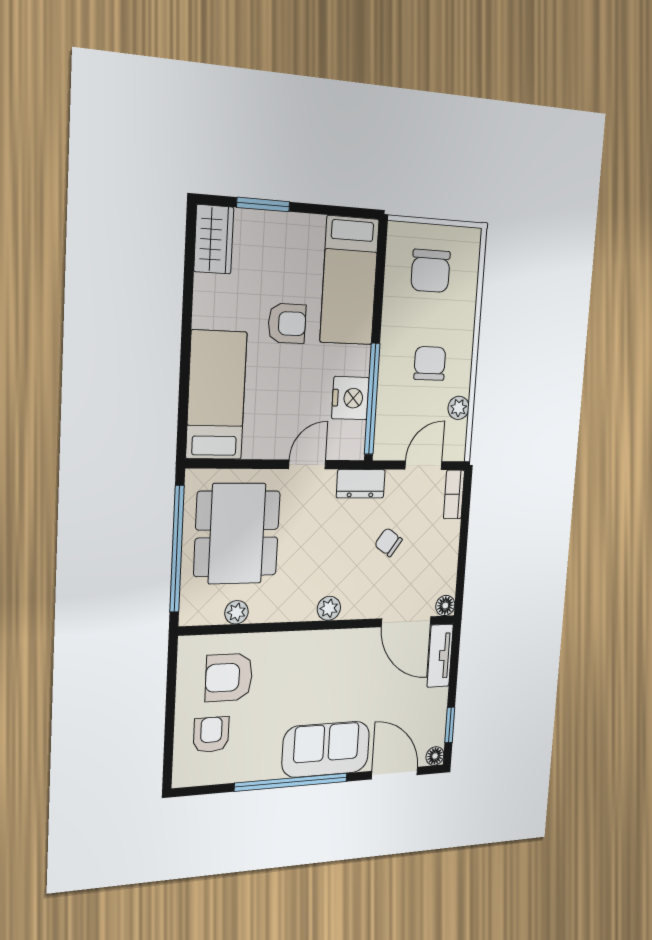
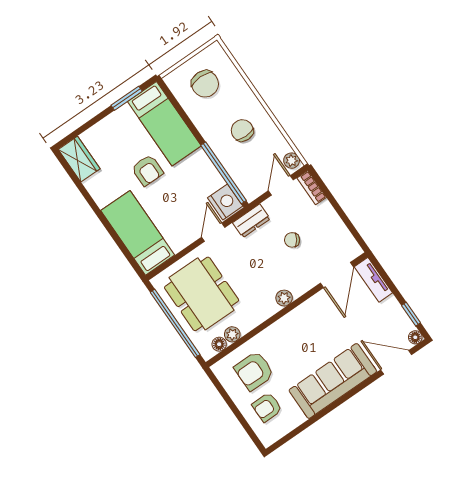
window: (263, 205) -> (127, 98), moved
armchair: (287, 323) -> (147, 170), turned 90
nightstand: (350, 398) -> (225, 202), moved
plant: (459, 408) -> (292, 161), moved
floor lamp: (445, 606) -> (219, 344), moved
door: (406, 622) -> (337, 275), hinge flipped
armchair: (211, 735) -> (267, 407), turned -90
sofa: (326, 749) -> (333, 381), width x1.36
window: (291, 782) -> (335, 405), removed

